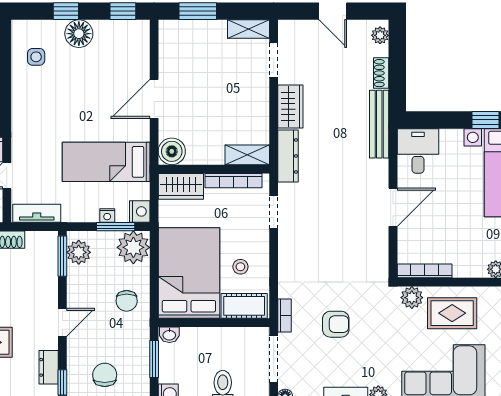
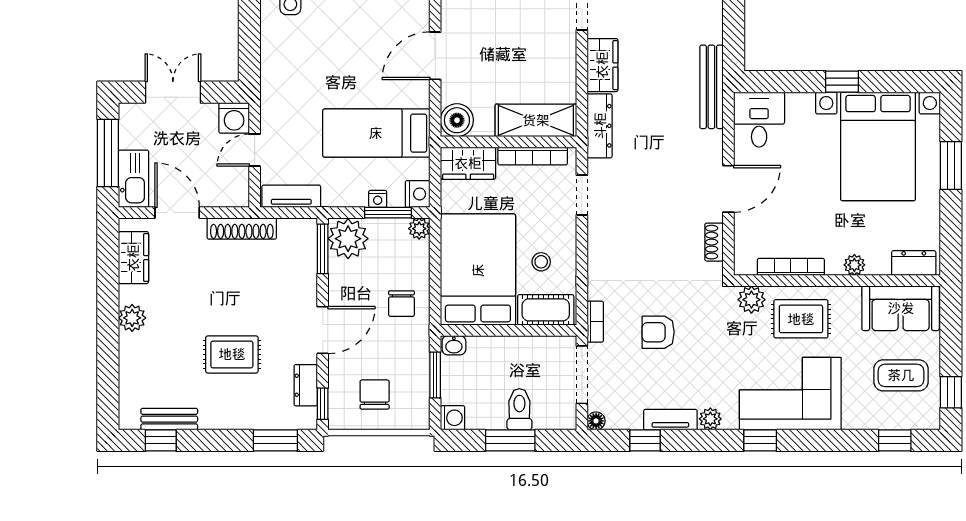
shoe rack: (381, 73) -> (714, 242), moved
shelving: (247, 155) -> (536, 120), width x1.50, depth x1.33
plant: (133, 247) -> (419, 229), width x0.53, depth x0.53
plant: (79, 252) -> (348, 239), width x1.36, depth x1.36
bookcase: (425, 271) -> (791, 267), moved
door: (62, 322) -> (323, 330), width x1.38
armchair: (336, 324) -> (658, 332), turned 180

